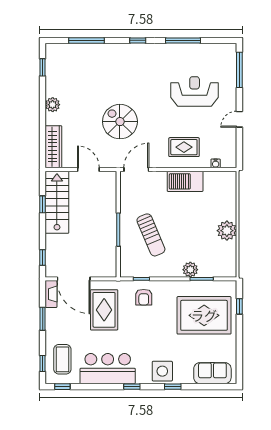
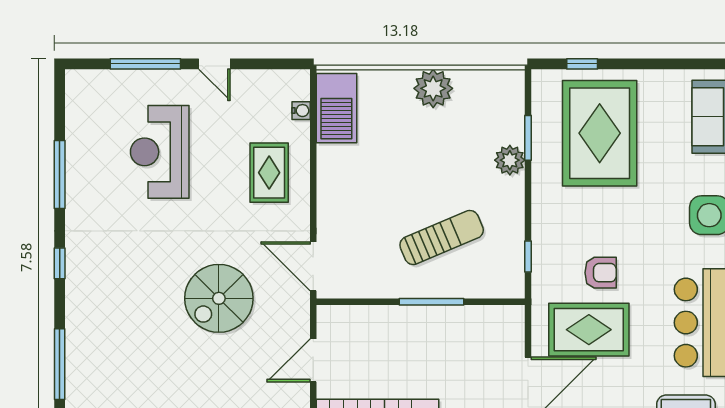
window: (239, 70) -> (145, 64), moved
barbecue: (185, 181) -> (336, 108), moved
armchair: (144, 297) -> (601, 273), moved

